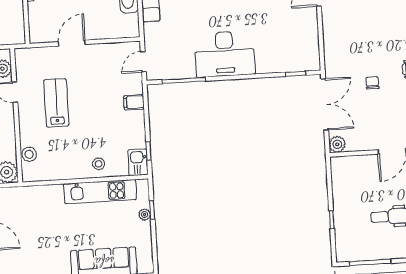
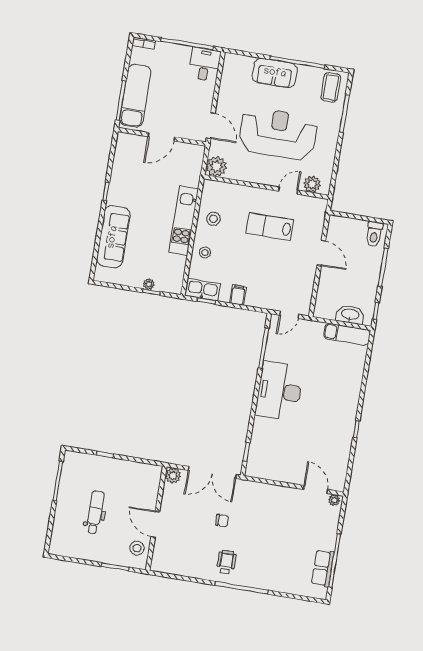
door: (143, 62) -> (289, 315), swing flipped
filing cabinet: (134, 102) -> (238, 295), moved
lab bench: (56, 103) -> (270, 226), turned 180
stool: (29, 154) -> (213, 219), moved
kitchen sink: (138, 162) -> (203, 290), width x1.38
kitchen unit: (100, 192) -> (184, 221), moved

